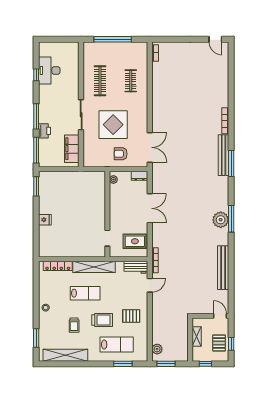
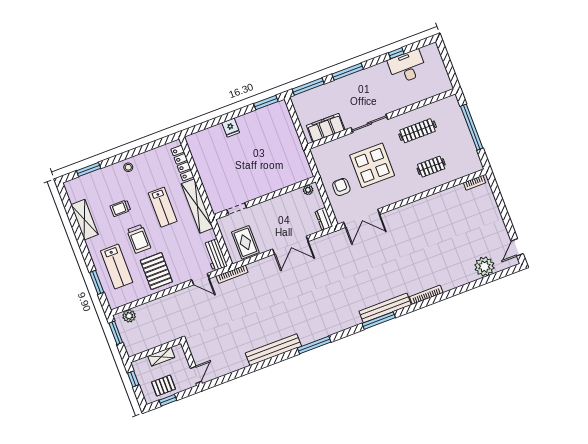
printer: (44, 131) -> (334, 88), removed
plant: (221, 220) -> (484, 267), moved
bench: (223, 268) -> (273, 350), moved
pallet: (131, 316) -> (156, 271), width x1.50, depth x1.42
shelving: (65, 355) -> (85, 220), width x0.68

